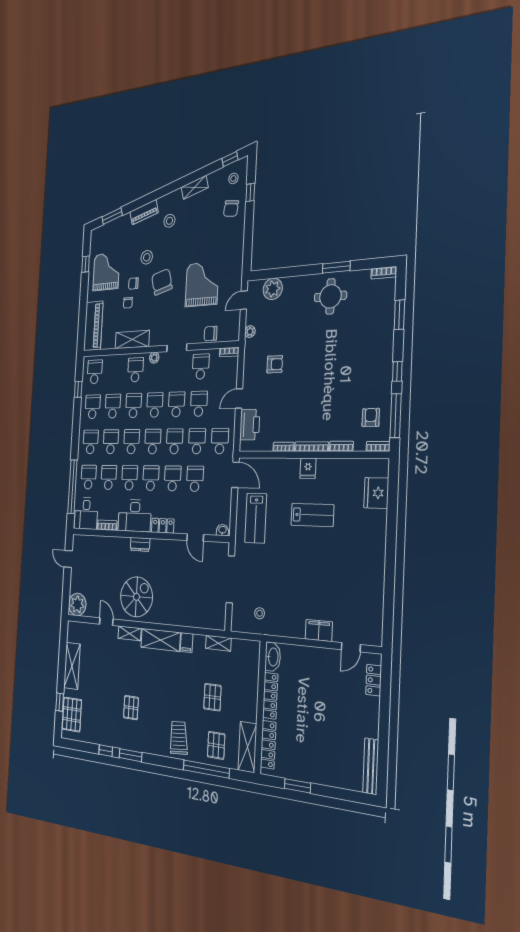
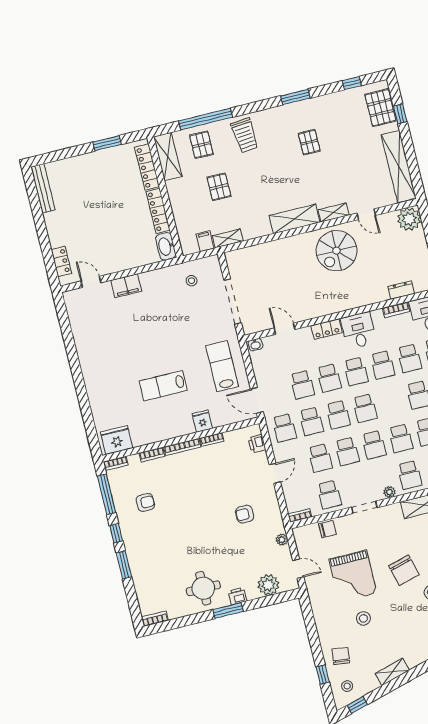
stool: (169, 221) -> (363, 618), moved
window: (336, 267) -> (228, 610), moved
printer: (302, 283) -> (237, 596), added
door: (244, 300) -> (298, 569), hinge flipped
window: (399, 315) -> (124, 565), moved
armchair: (371, 417) -> (145, 502), moved, turned -90
printer: (250, 425) -> (257, 444), width x0.53, depth x0.68
school desk: (131, 442) -> (392, 402), removed
fridge: (308, 468) -> (202, 421), moved
fridge: (376, 493) -> (117, 440), moved, turned -90
desk: (135, 516) -> (359, 330), width x0.73
dresser: (140, 544) -> (401, 290), moved
filing cabinet: (187, 643) -> (205, 241), moved
door: (351, 647) -> (91, 282), hinge flipped
shelving: (72, 666) -> (399, 166), width x1.47
window: (106, 751) -> (352, 83), moved

